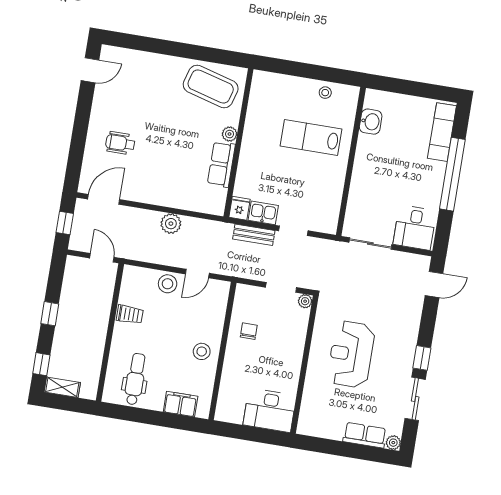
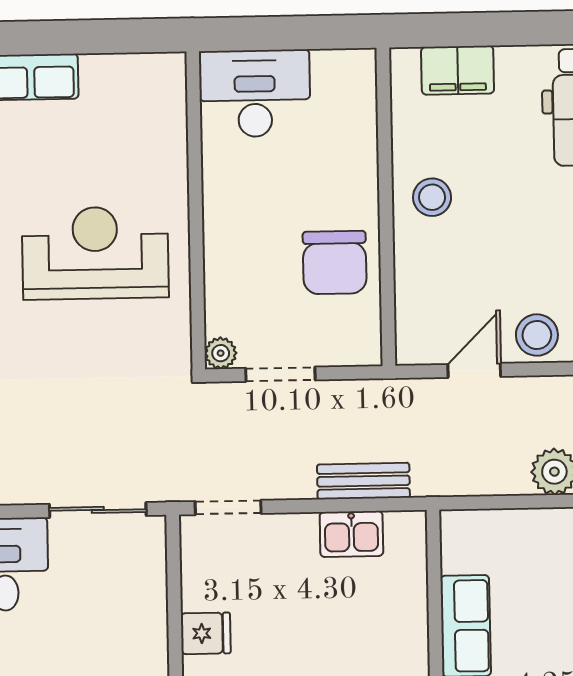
fridge: (240, 208) -> (206, 633), moved, turned -90
doorway: (293, 231) -> (228, 507), moved
chair: (249, 331) -> (335, 263), width x1.87, depth x1.87
reception desk: (351, 354) -> (95, 253), turned -90

